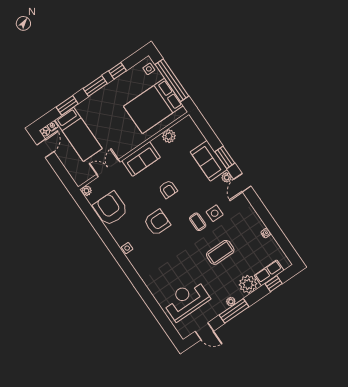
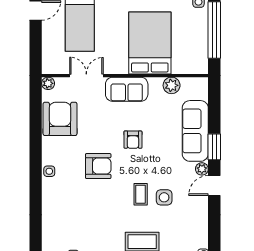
bed: (153, 106) -> (150, 43), moved, turned 90
sofa: (209, 161) -> (195, 131), width x1.36

